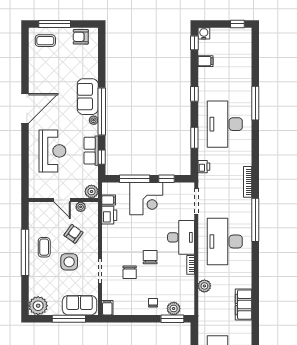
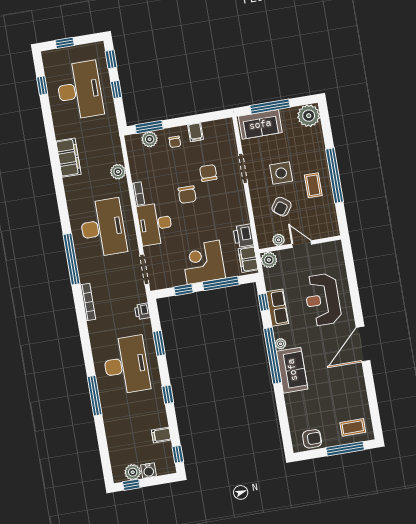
water cooler: (204, 33) -> (149, 471), moved
plant: (234, 34) -> (133, 472), added
filing cabinet: (109, 200) -> (248, 259), width x2.00
filing cabinet: (107, 308) -> (196, 132), moved

